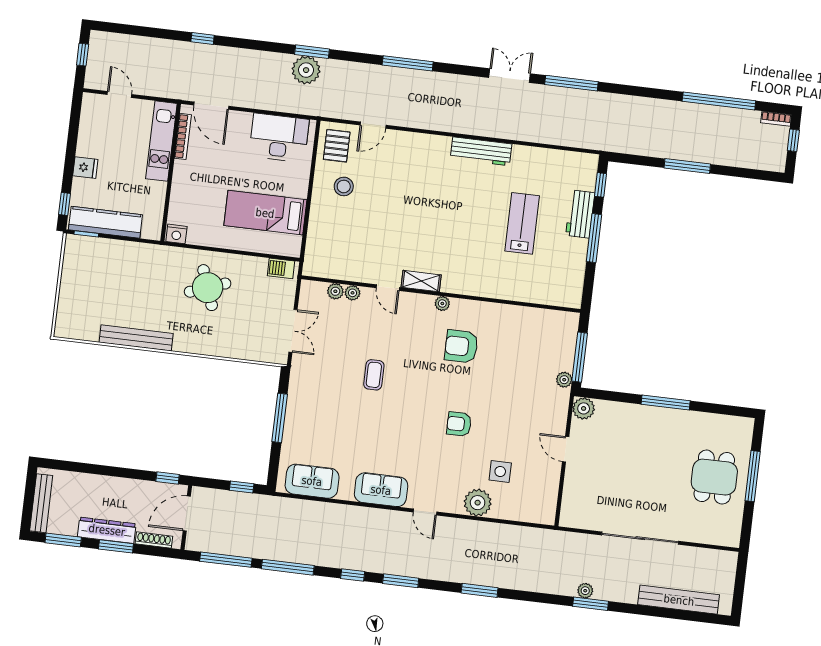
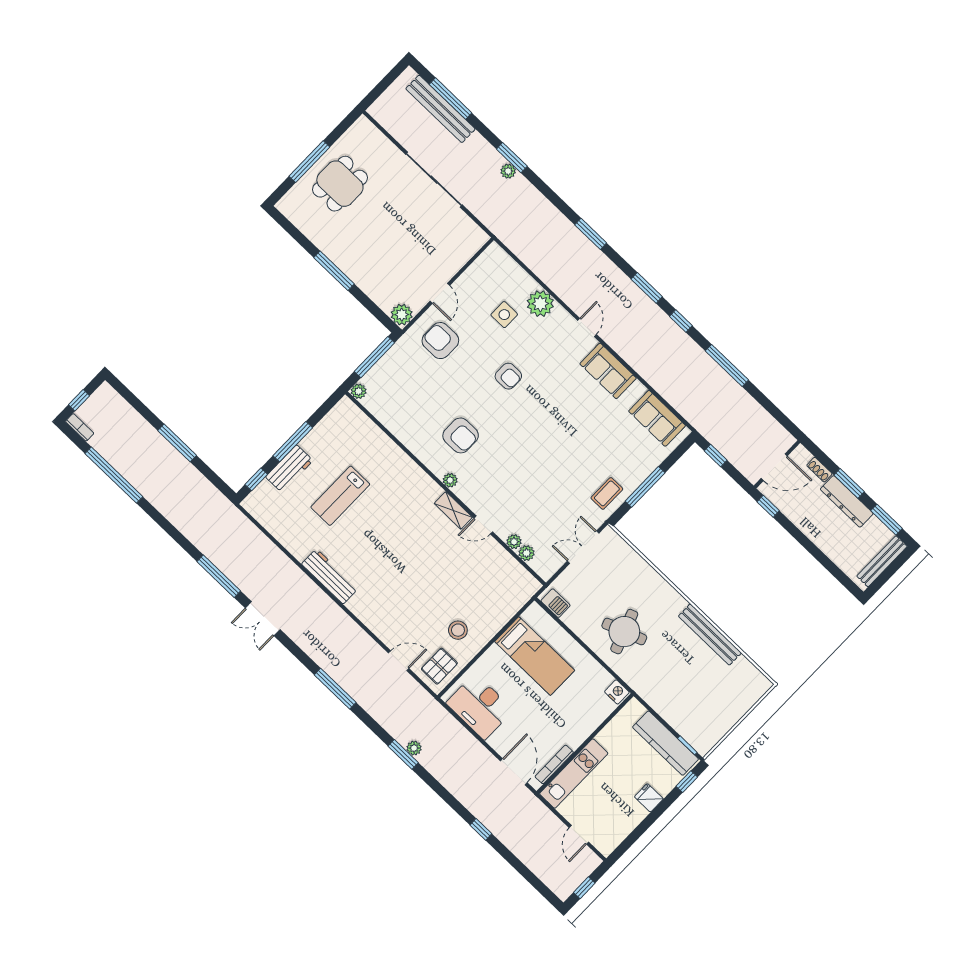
plant: (306, 70) -> (414, 748), width x0.53, depth x0.53
door: (388, 288) -> (483, 525), swing flipped
coffee table: (374, 375) -> (607, 493), moved
plant: (564, 380) -> (359, 391), moved
armchair: (536, 411) -> (440, 341), added
shoe rack: (154, 540) -> (819, 470), width x0.70
window: (226, 560) -> (451, 99), moved

